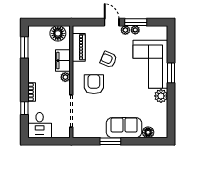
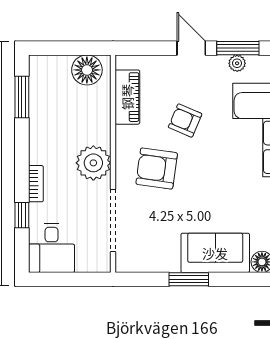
plant: (125, 30) -> (218, 64), removed
filing cabinet: (63, 61) -> (97, 123), removed
plant: (65, 77) -> (93, 163), width x1.88, depth x1.88
armchair: (94, 84) -> (157, 168), turned -82

